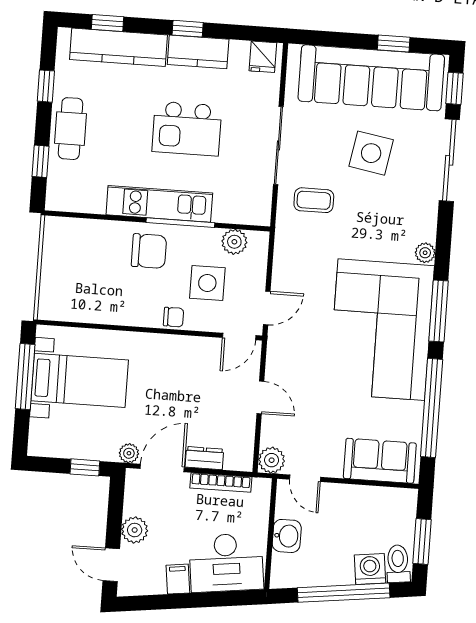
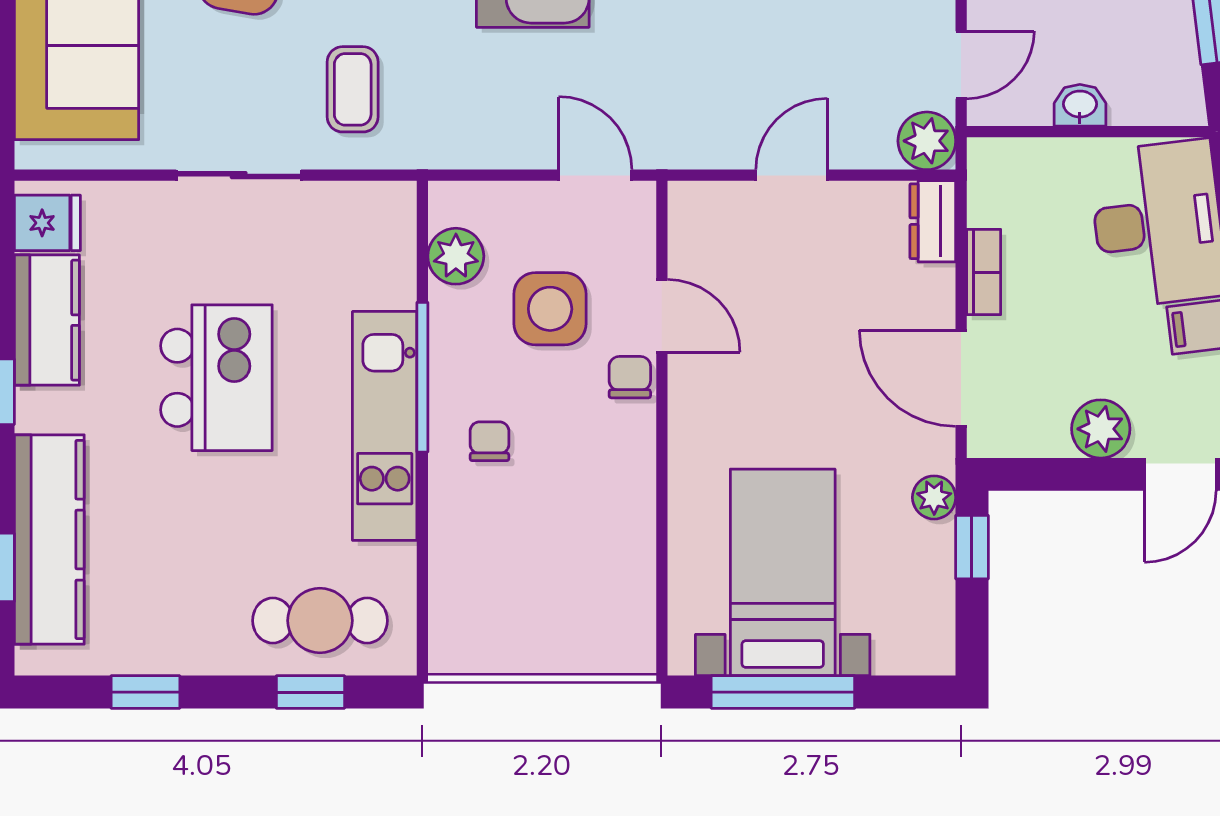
kitchen counter: (198, 52) -> (47, 320), moved
cafe table: (71, 129) -> (320, 621), moved
sliding door: (278, 145) -> (239, 175), width x0.73
chair: (149, 251) -> (489, 441), width x0.54, depth x0.54
door: (239, 336) -> (662, 316), moved
plant: (129, 453) -> (934, 497), moved
dresser: (204, 458) -> (933, 221), moved
bookcase: (221, 483) -> (984, 272), width x0.64
washbasin: (287, 536) -> (1080, 105), width x0.72, depth x0.69

